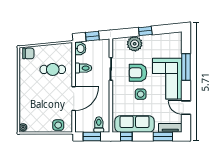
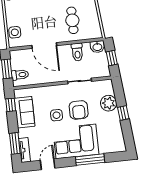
armchair: (138, 73) -> (79, 110), turned 180
sofa: (134, 124) -> (25, 112), width x0.73

